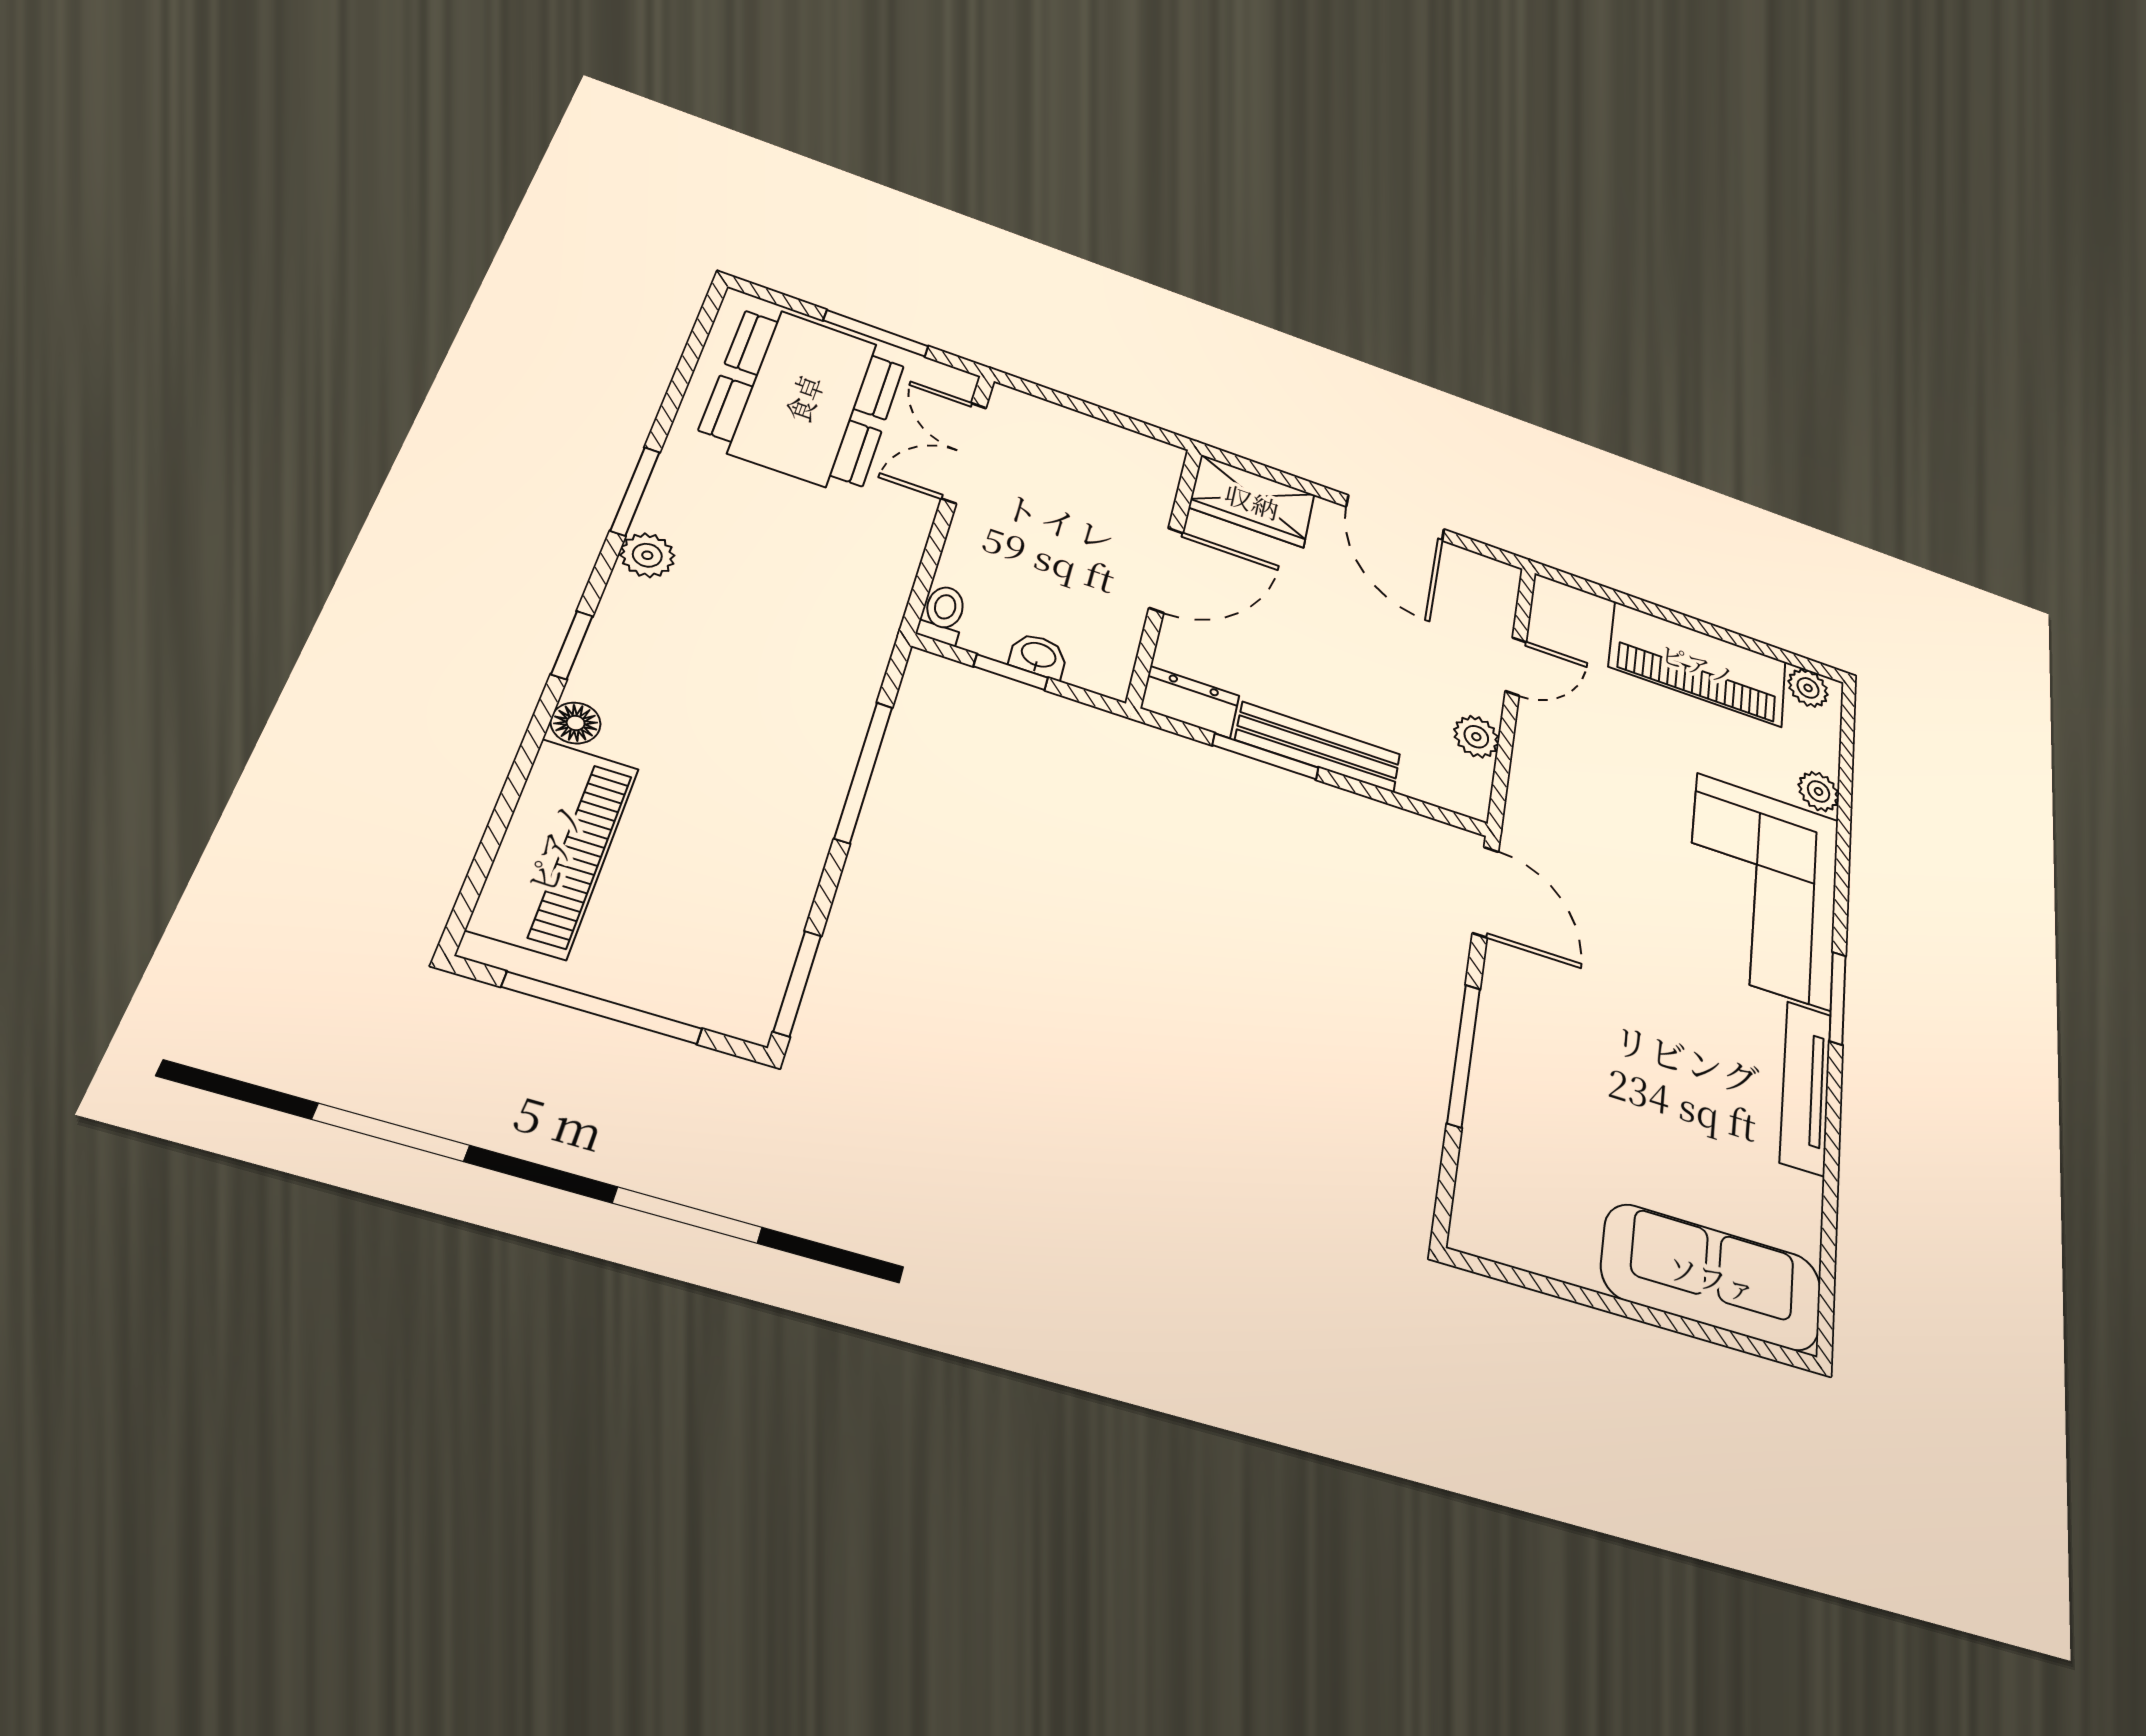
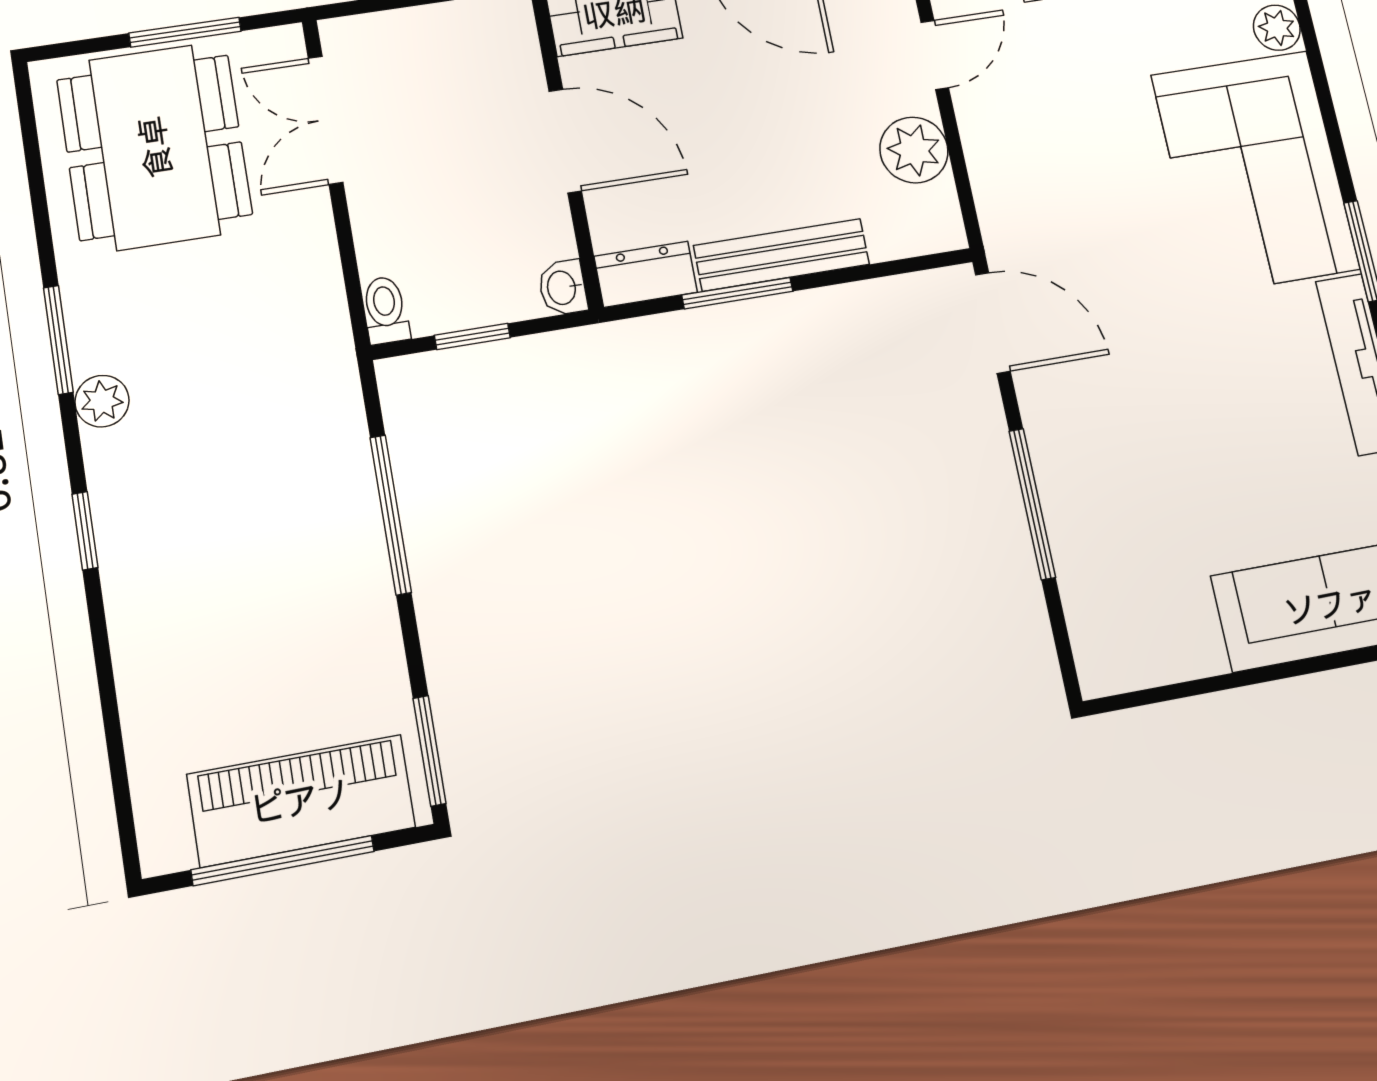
door: (1166, 570) -> (565, 141), hinge flipped
washbasin: (1038, 656) -> (563, 288), moved, turned -90
floor lamp: (576, 723) -> (127, 606), removed
plant: (1476, 737) -> (914, 150), width x1.38, depth x1.38
piano: (554, 847) -> (301, 801), moved, turned -90

